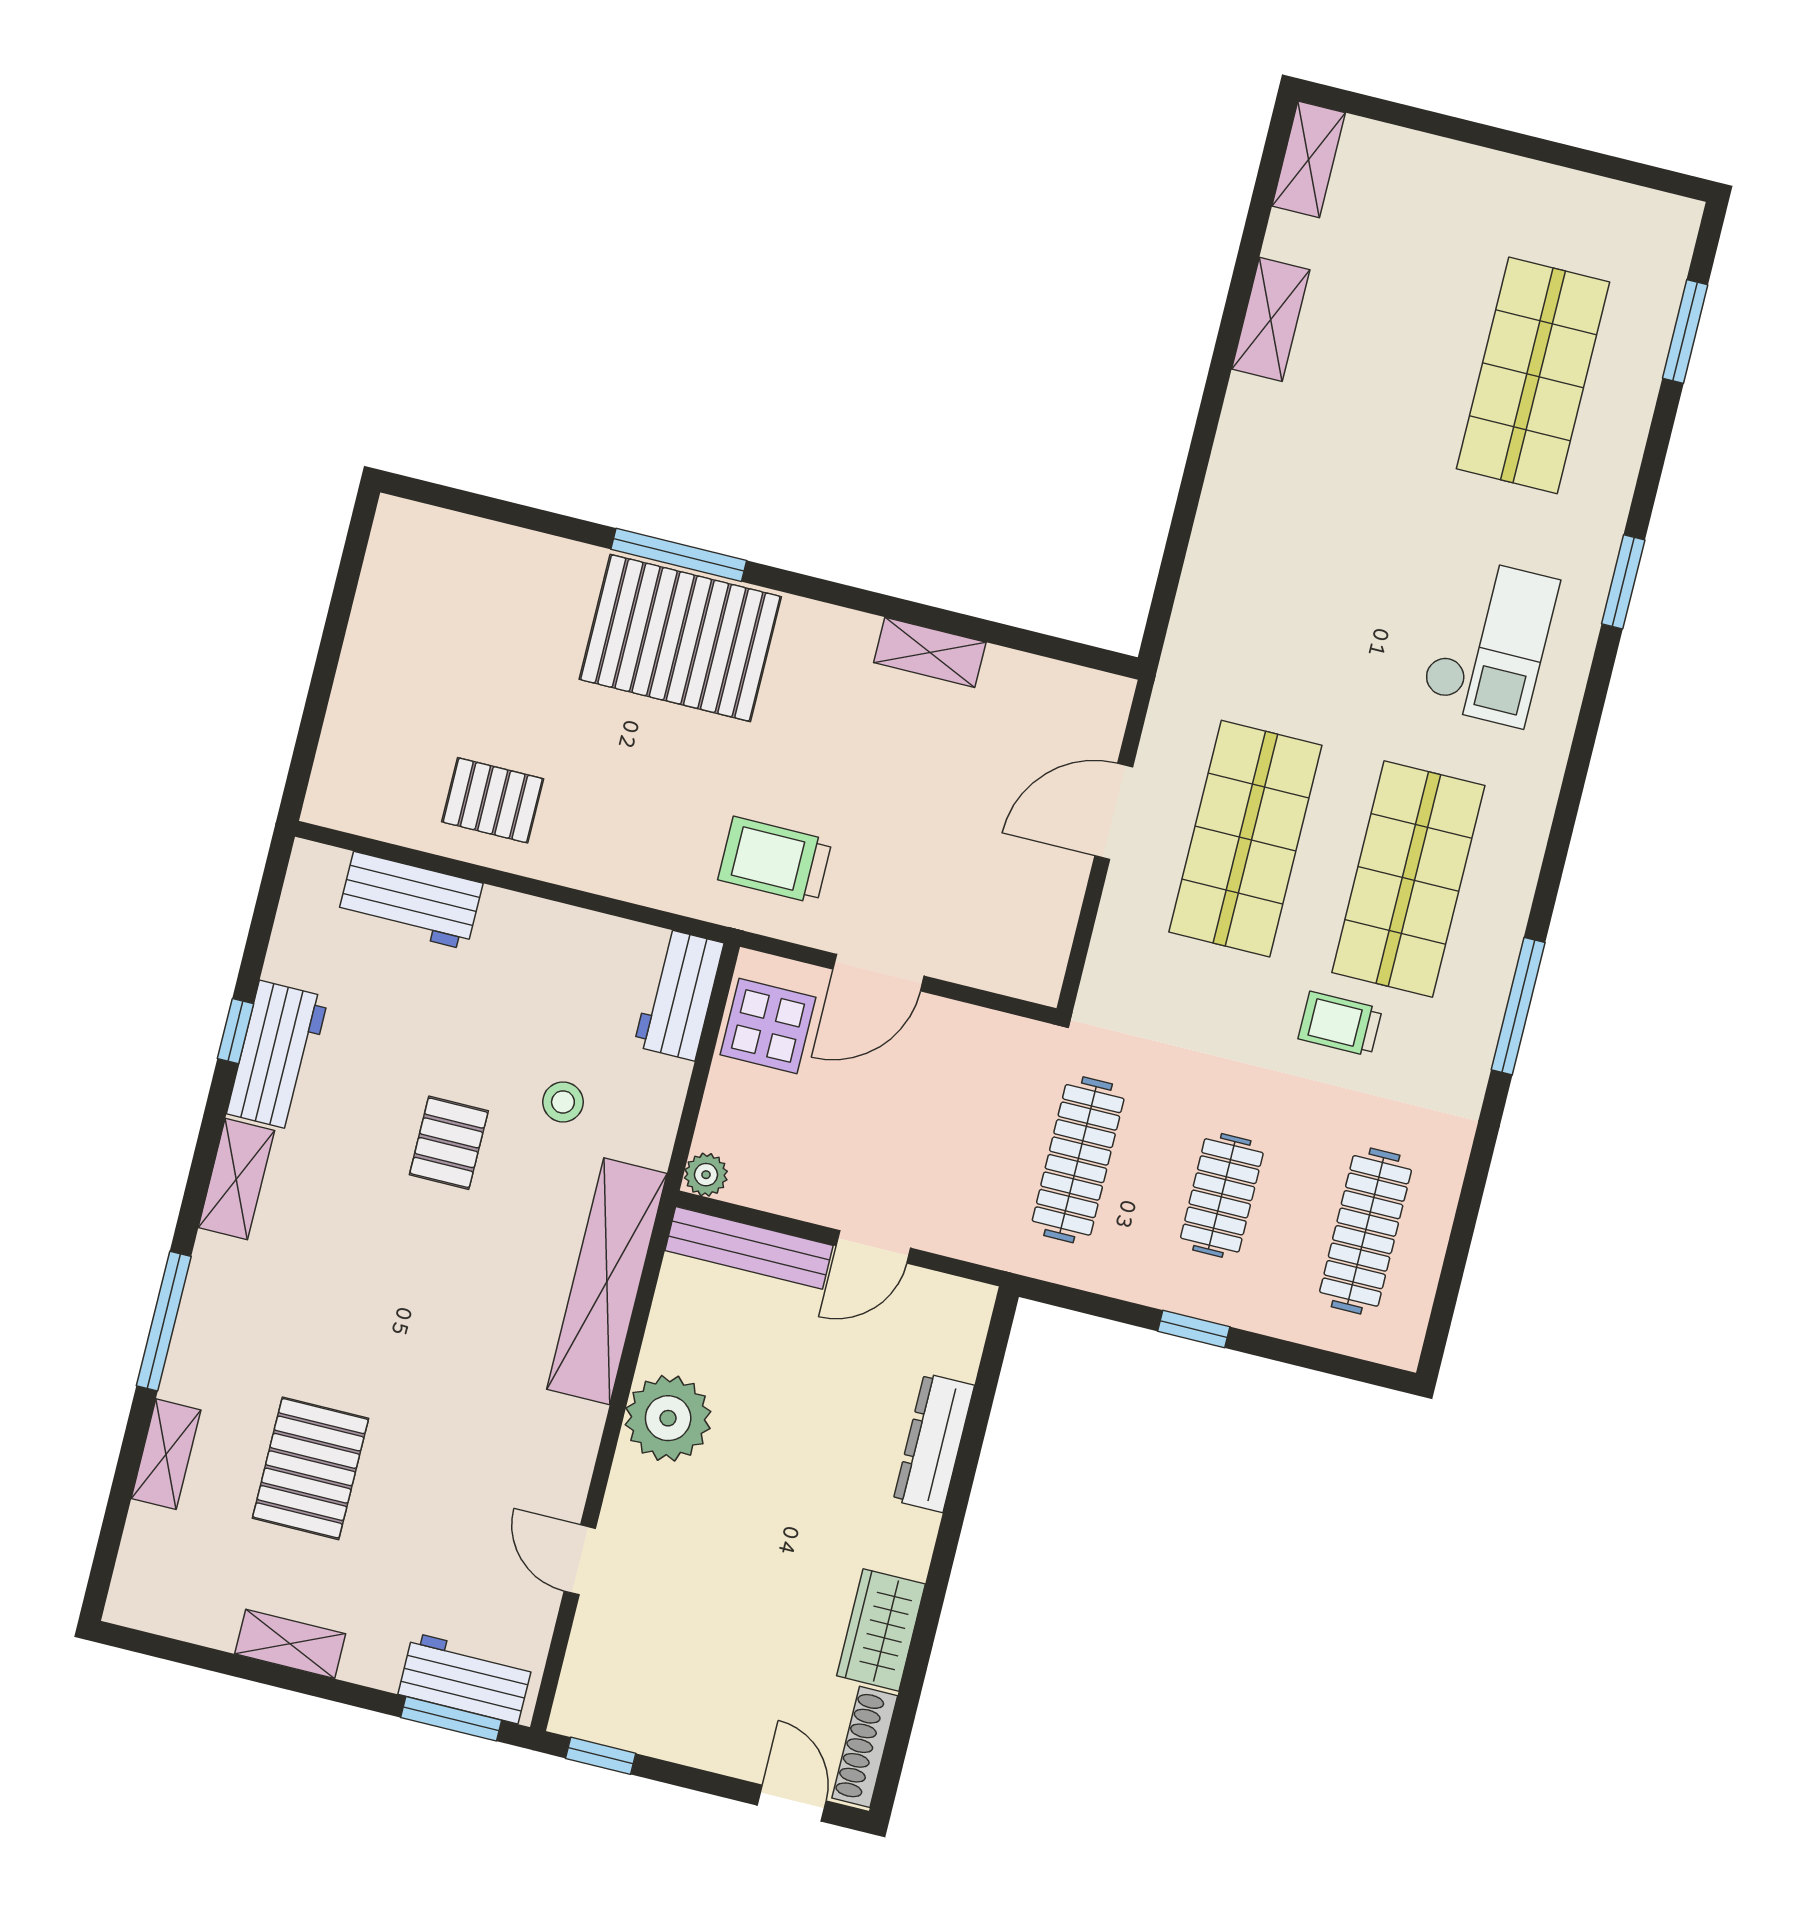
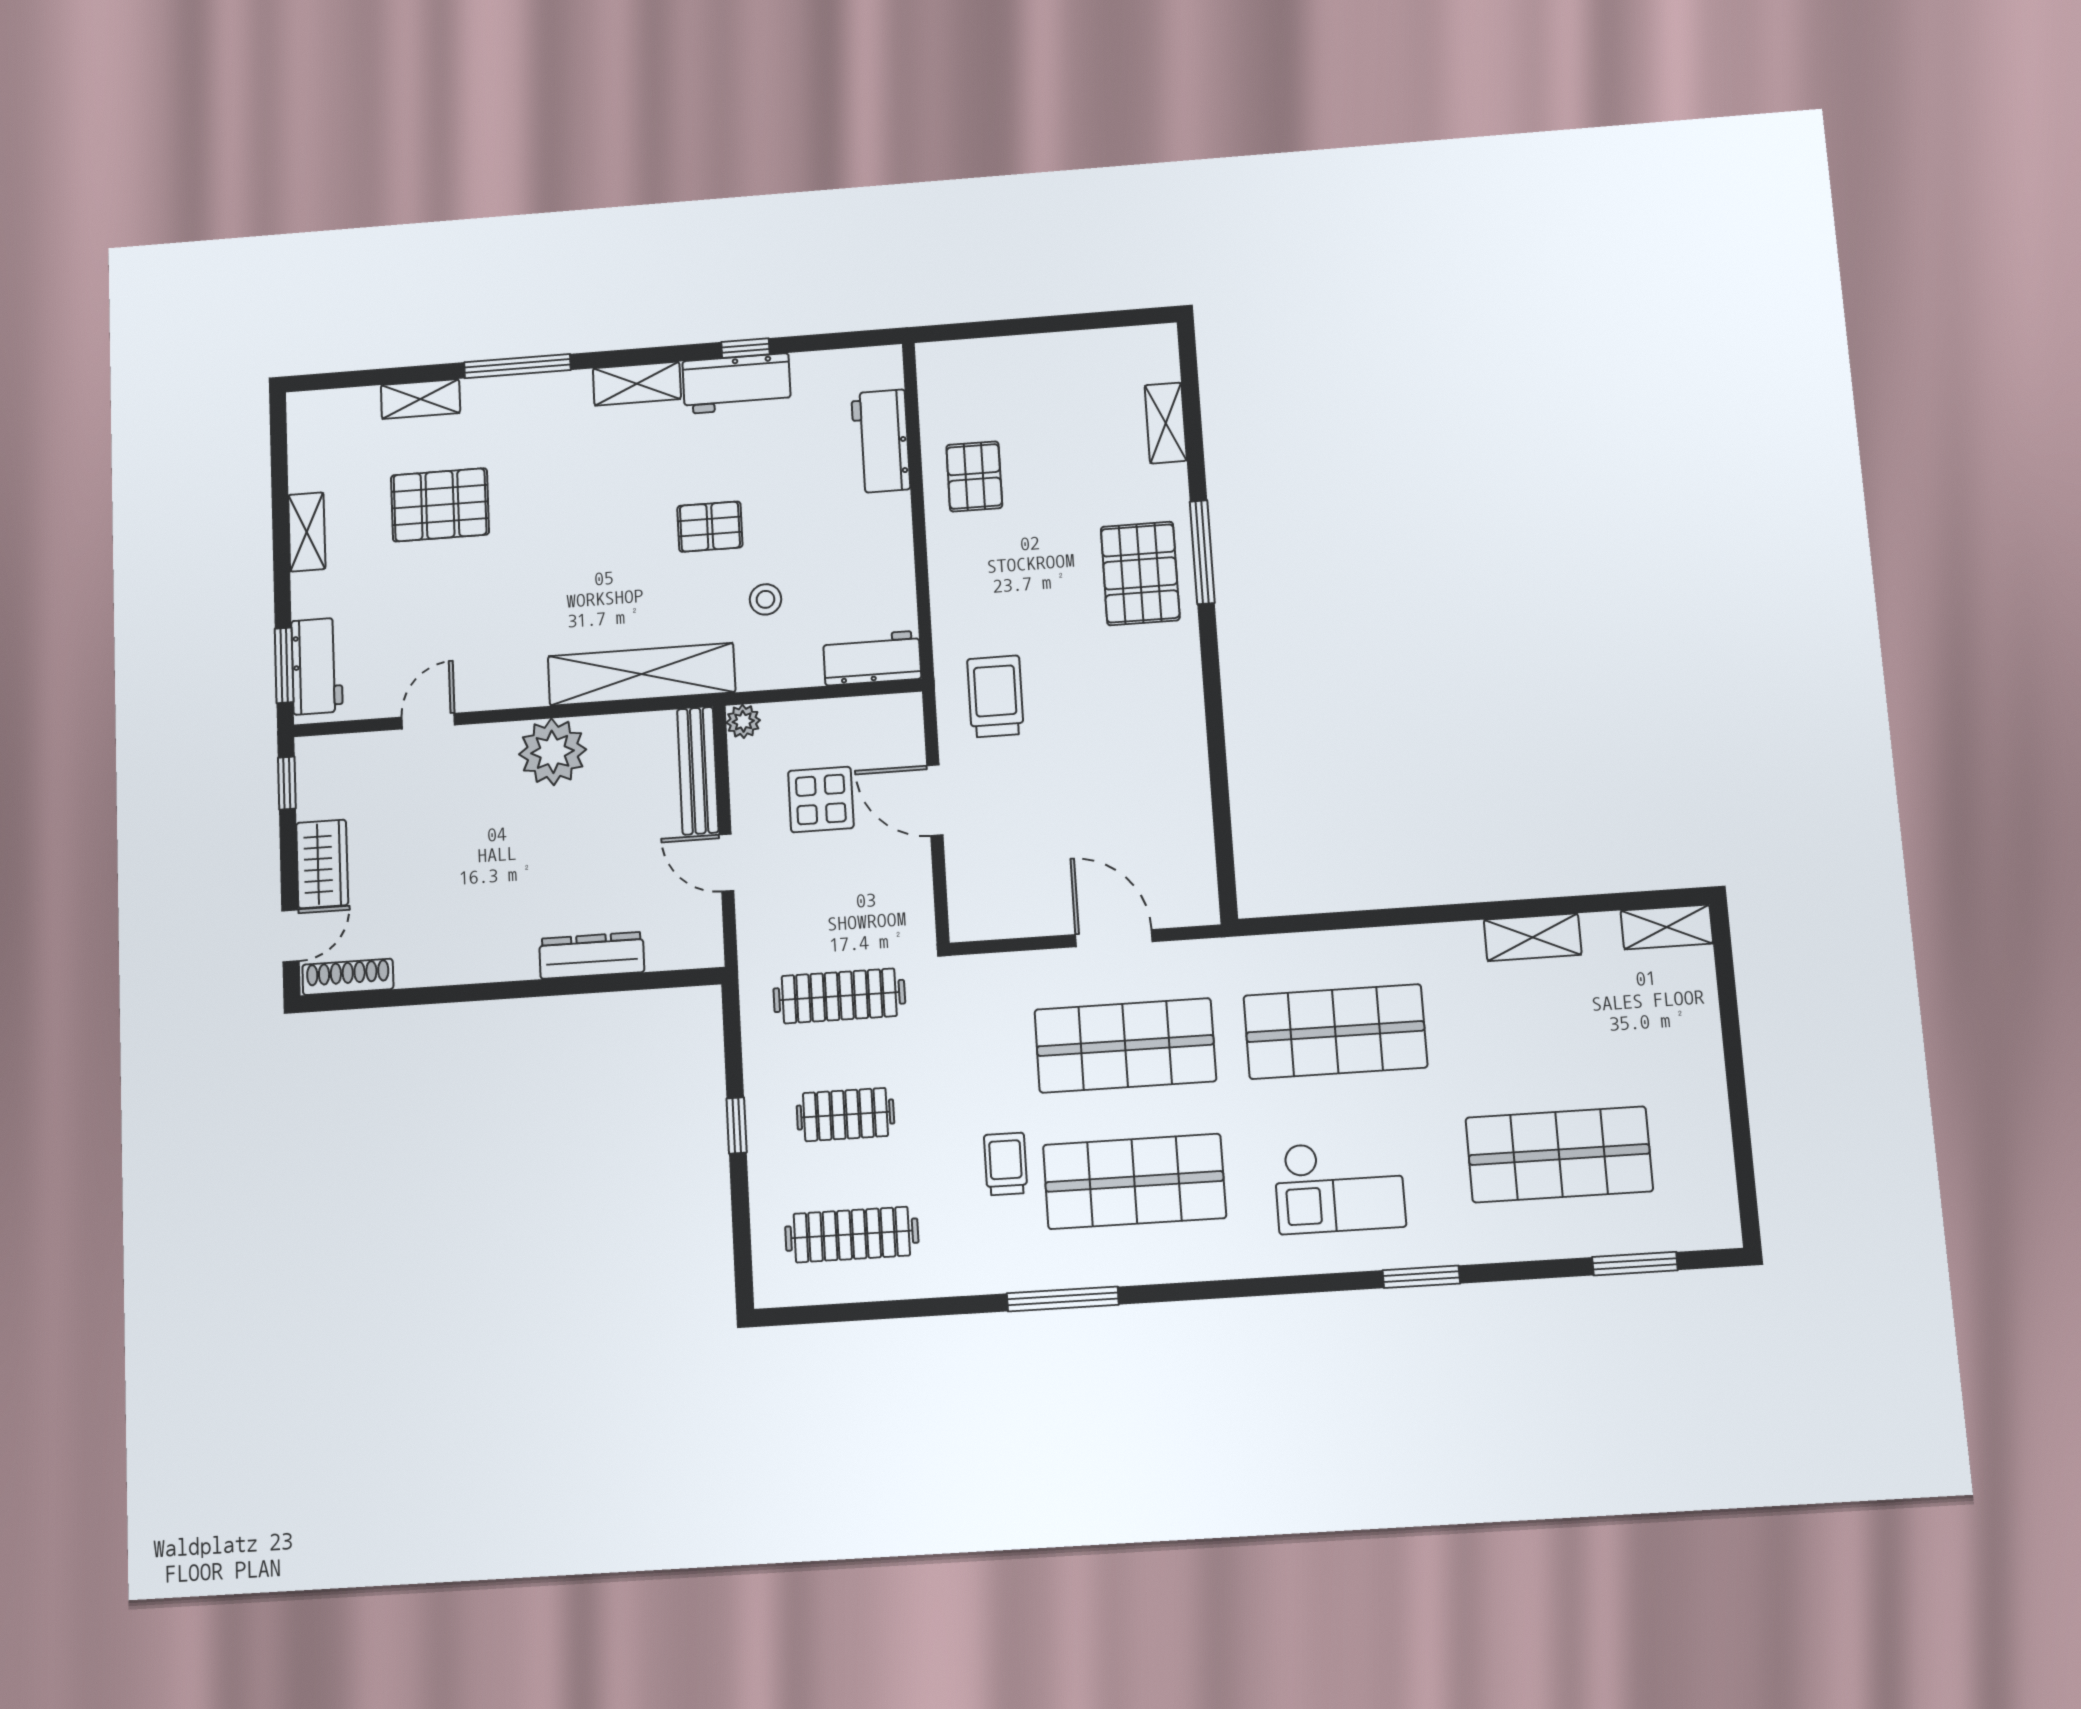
shop shelf: (1308, 587) -> (1335, 1032), added
pallet: (680, 638) -> (1140, 573), width x0.73, depth x0.71
shelving: (930, 652) -> (1166, 423), moved
display table: (768, 1026) -> (821, 800), moved
wardrobe: (881, 1630) -> (322, 864), moved, turned 90

